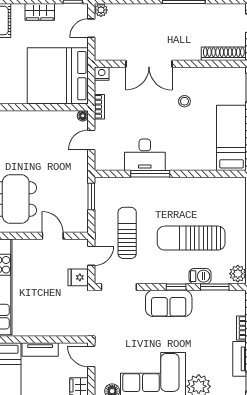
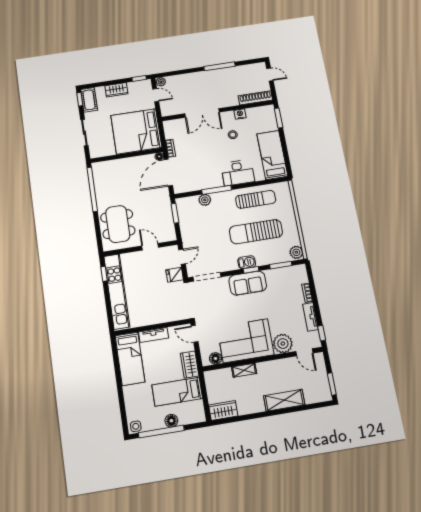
door: (91, 28) -> (156, 95), swing flipped
nightstand: (102, 74) -> (240, 114), moved
door: (91, 140) -> (168, 173), width x1.87
desk: (145, 155) -> (238, 173), moved
plant: (133, 185) -> (205, 200), added
sun lounger: (127, 233) -> (256, 199), moved, turned 90
barbecue: (200, 276) -> (247, 262), moved

